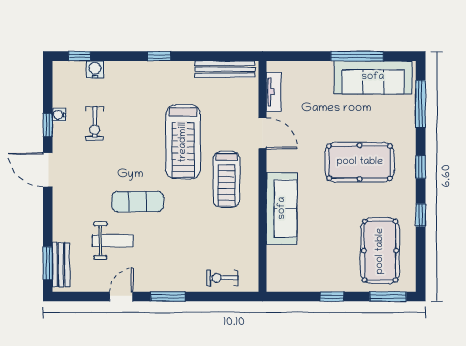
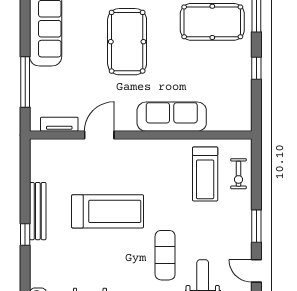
window: (357, 56) -> (25, 82), moved
bench: (225, 69) -> (38, 211), moved
treadmill: (227, 179) -> (205, 174), moved, turned 90

